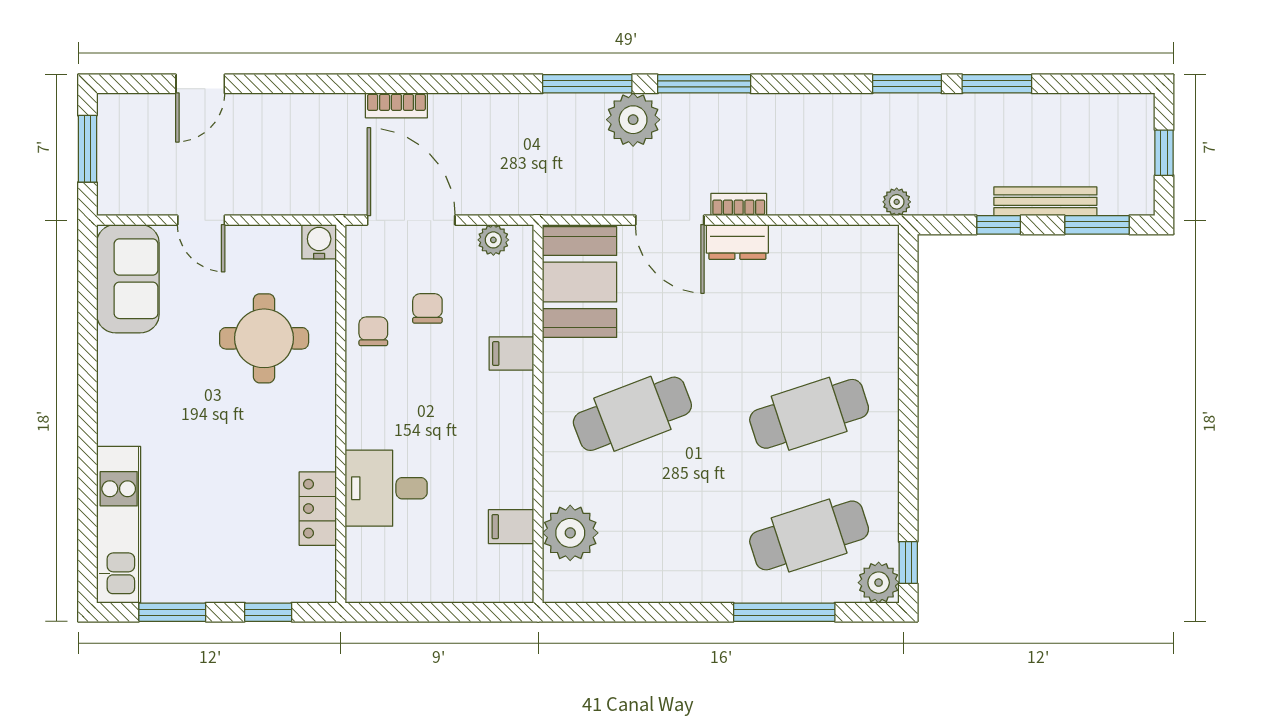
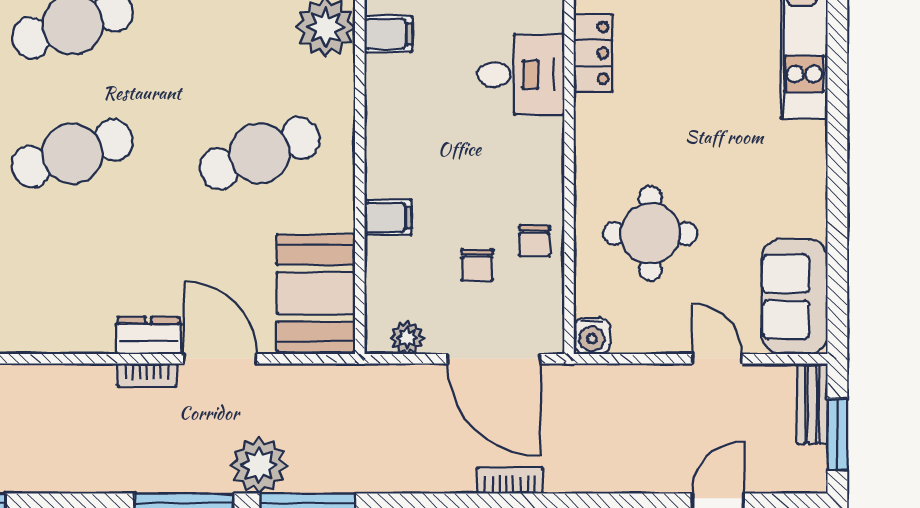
bench: (111, 178) -> (812, 404), added

